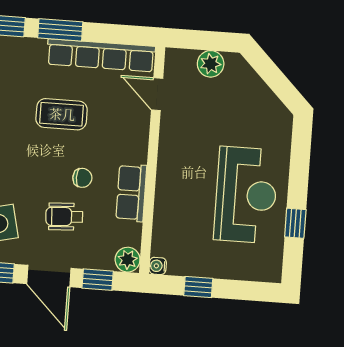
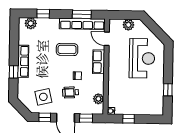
window: (60, 30) -> (82, 14), moved
row of seats: (131, 193) -> (99, 62), moved
reception desk: (246, 195) -> (142, 58), moved
plant: (128, 260) -> (98, 99), moved

